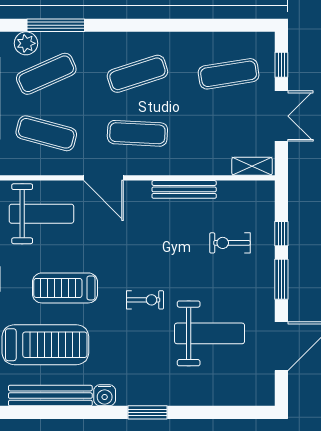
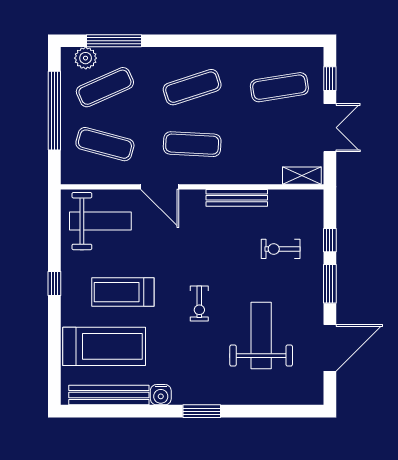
exercise bike: (145, 300) -> (199, 303), turned 90
weight bench: (210, 333) -> (261, 336), turned -90

